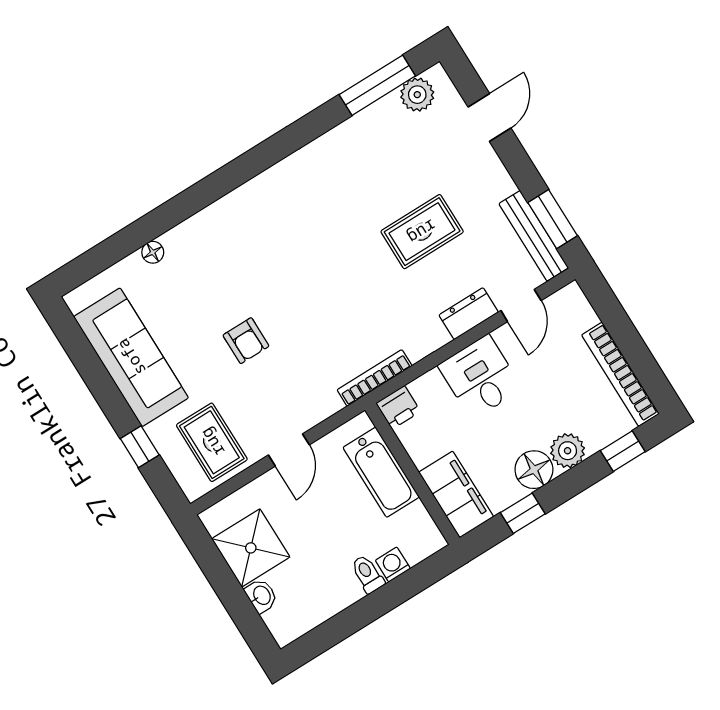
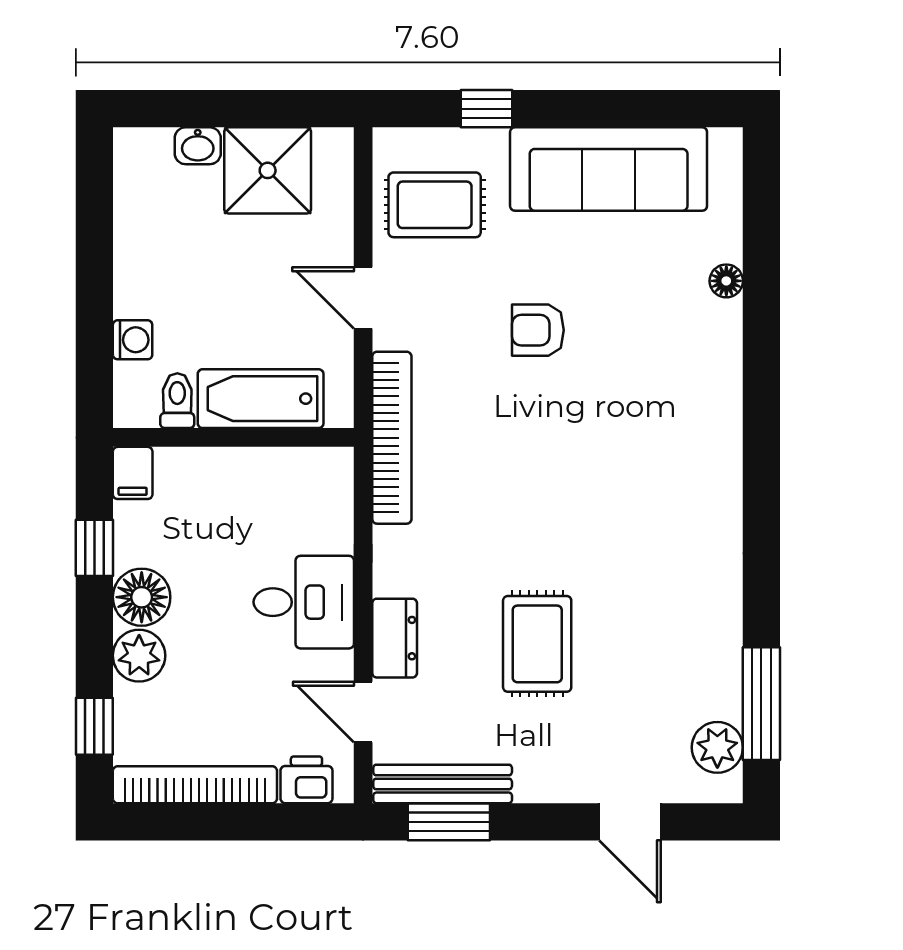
bookcase: (375, 378) -> (392, 438), width x1.48, depth x1.31
printer: (398, 407) -> (306, 780), moved, turned 90
filing cabinet: (456, 494) -> (133, 473), width x0.33, depth x0.86
toilet: (368, 574) -> (177, 401), moved, turned -90

